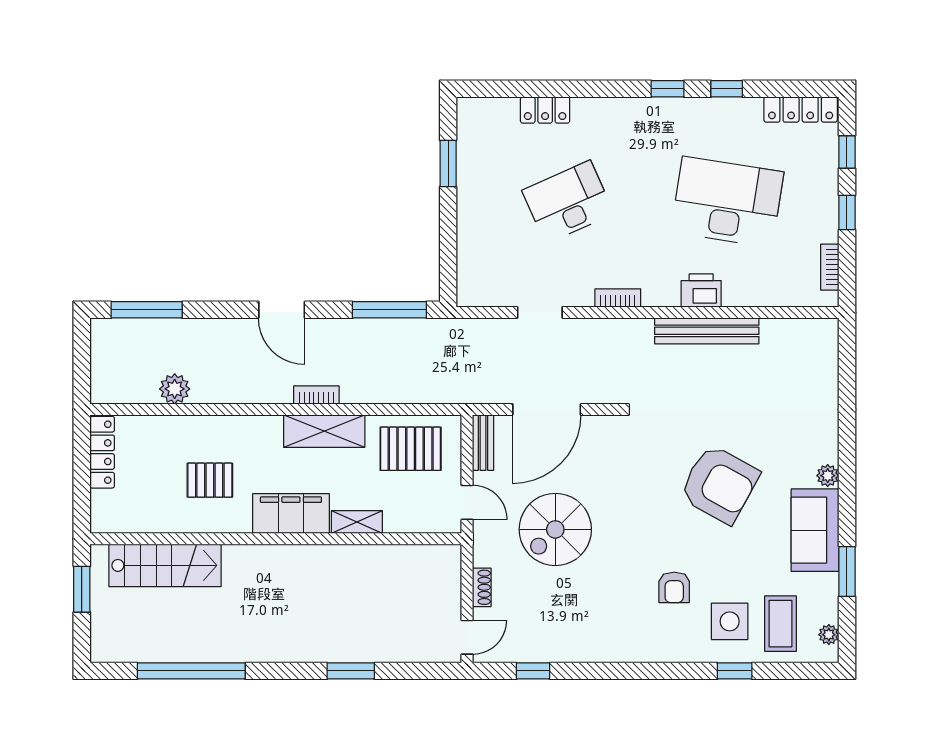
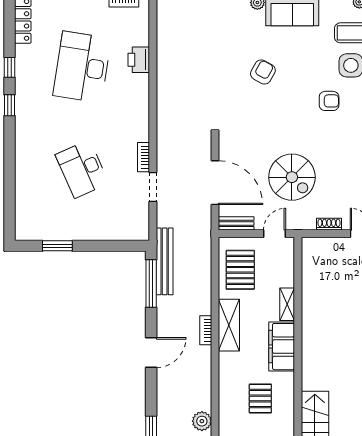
locker: (545, 110) -> (23, 184), removed
printer: (701, 291) -> (139, 60), moved
bookcase: (618, 298) -> (144, 157), moved
bench: (707, 331) -> (165, 261), moved
armchair: (719, 484) -> (263, 72), width x0.53, depth x0.53

